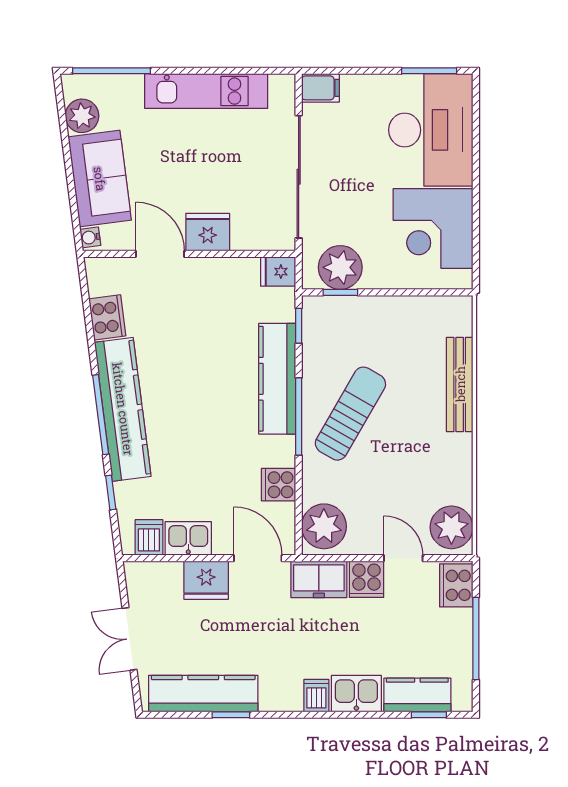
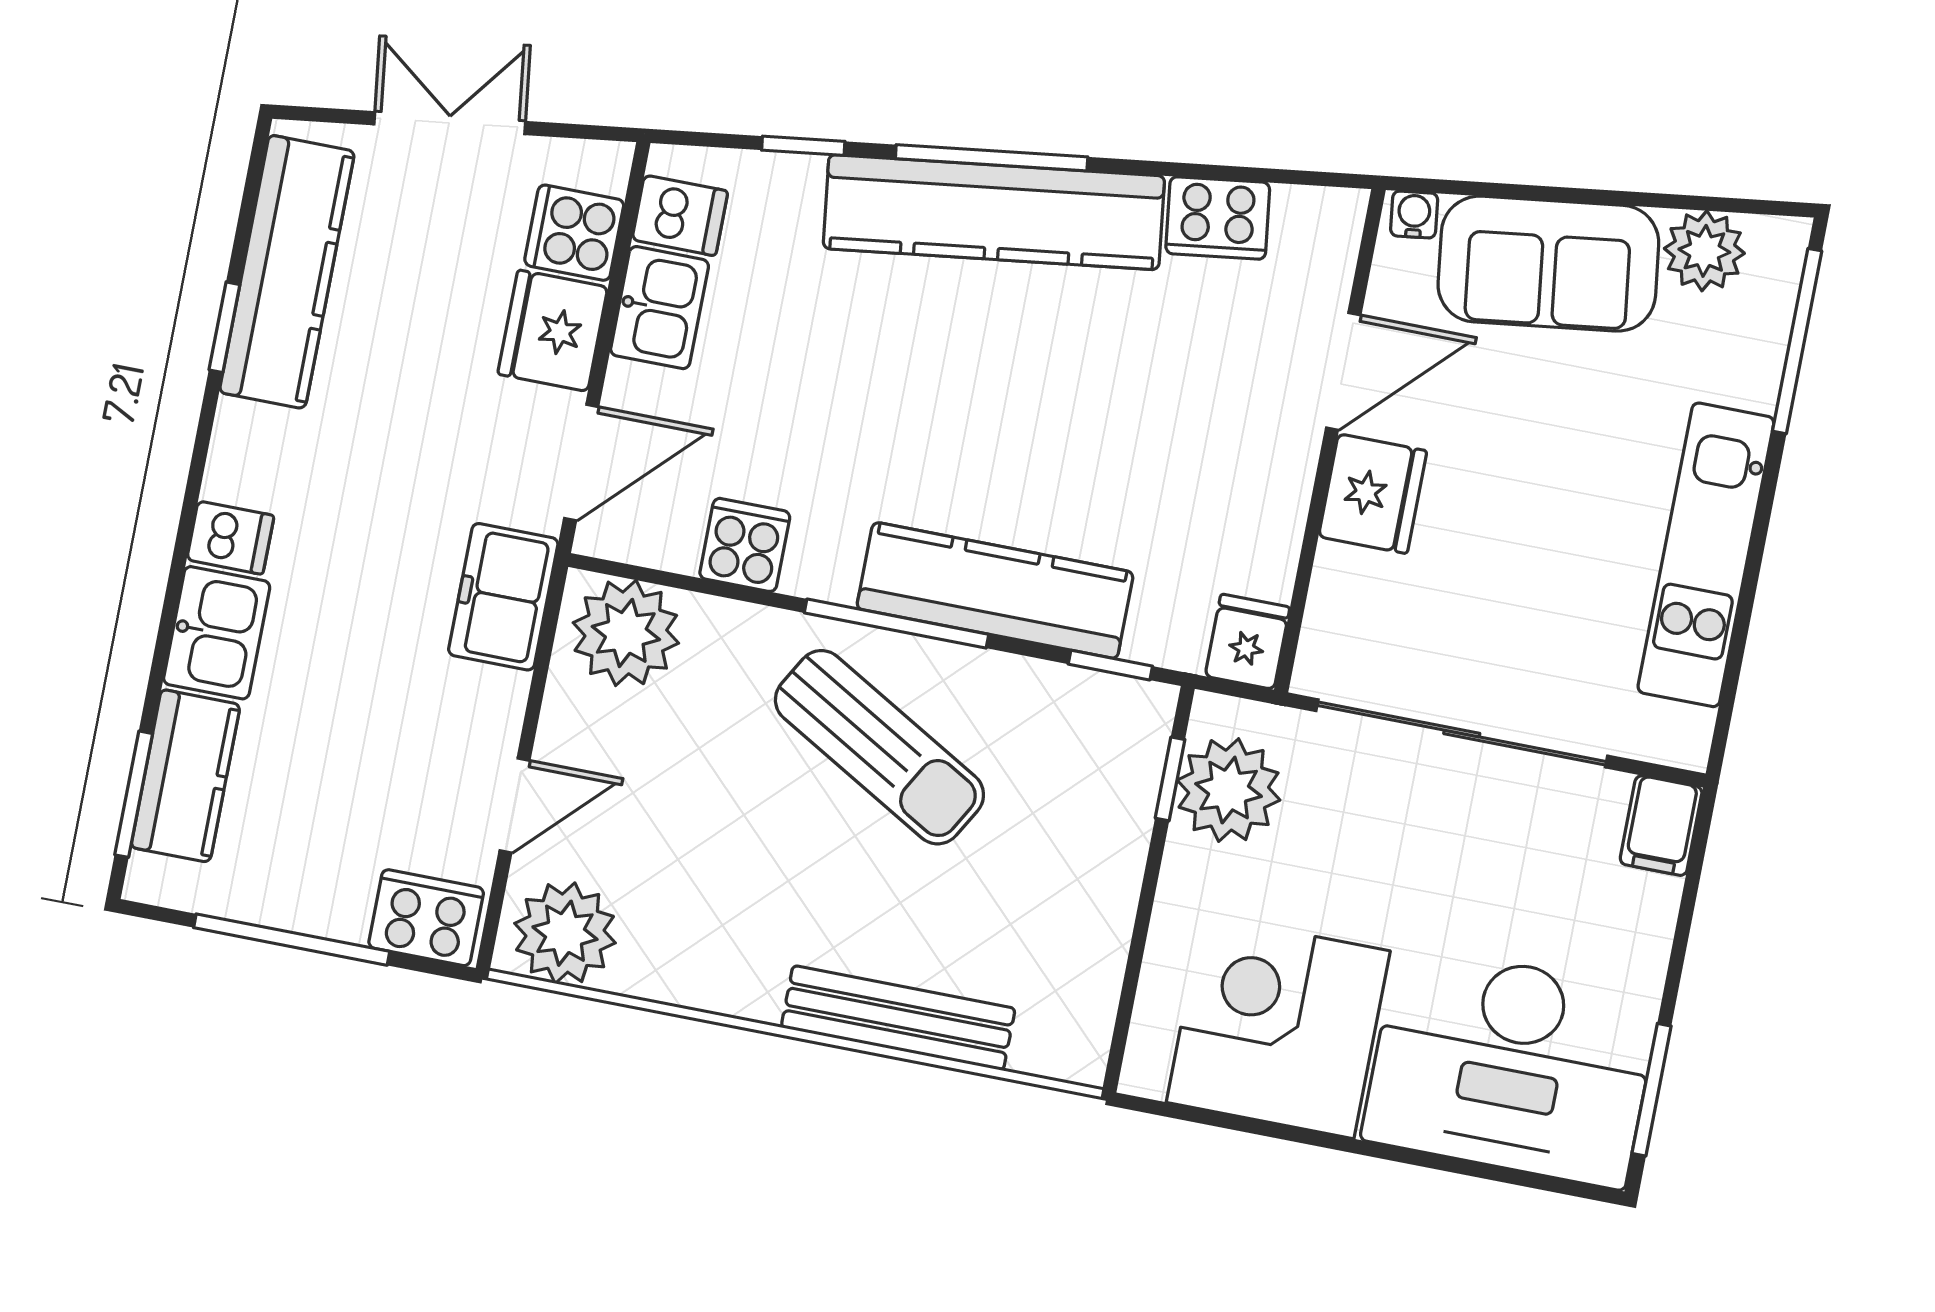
cooker: (366, 579) -> (574, 233), moved
window: (429, 715) -> (134, 794), width x1.50

